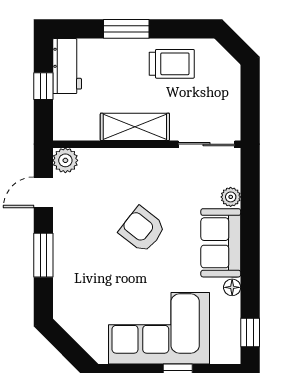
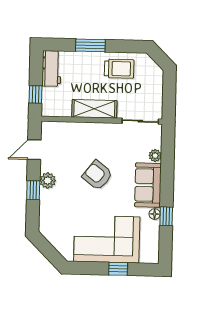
window: (43, 86) -> (35, 94), moved
plant: (65, 160) -> (48, 180), moved
window: (43, 255) -> (33, 190), width x0.67
window: (250, 332) -> (166, 216), moved

